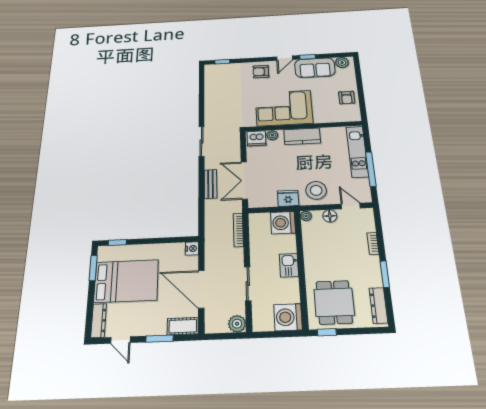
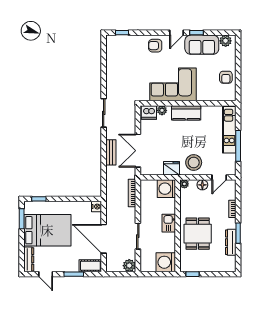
door: (351, 206) -> (219, 177), swing flipped
dining table: (334, 302) -> (198, 234), moved
dresser: (378, 305) -> (231, 242), moved

